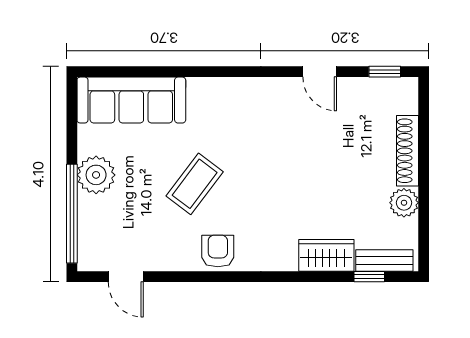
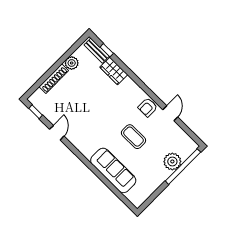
sofa: (131, 100) -> (113, 170), moved
plant: (96, 175) -> (172, 161), moved
coffee table: (195, 184) -> (134, 137), turned 53
door: (126, 277) -> (170, 113), moved

